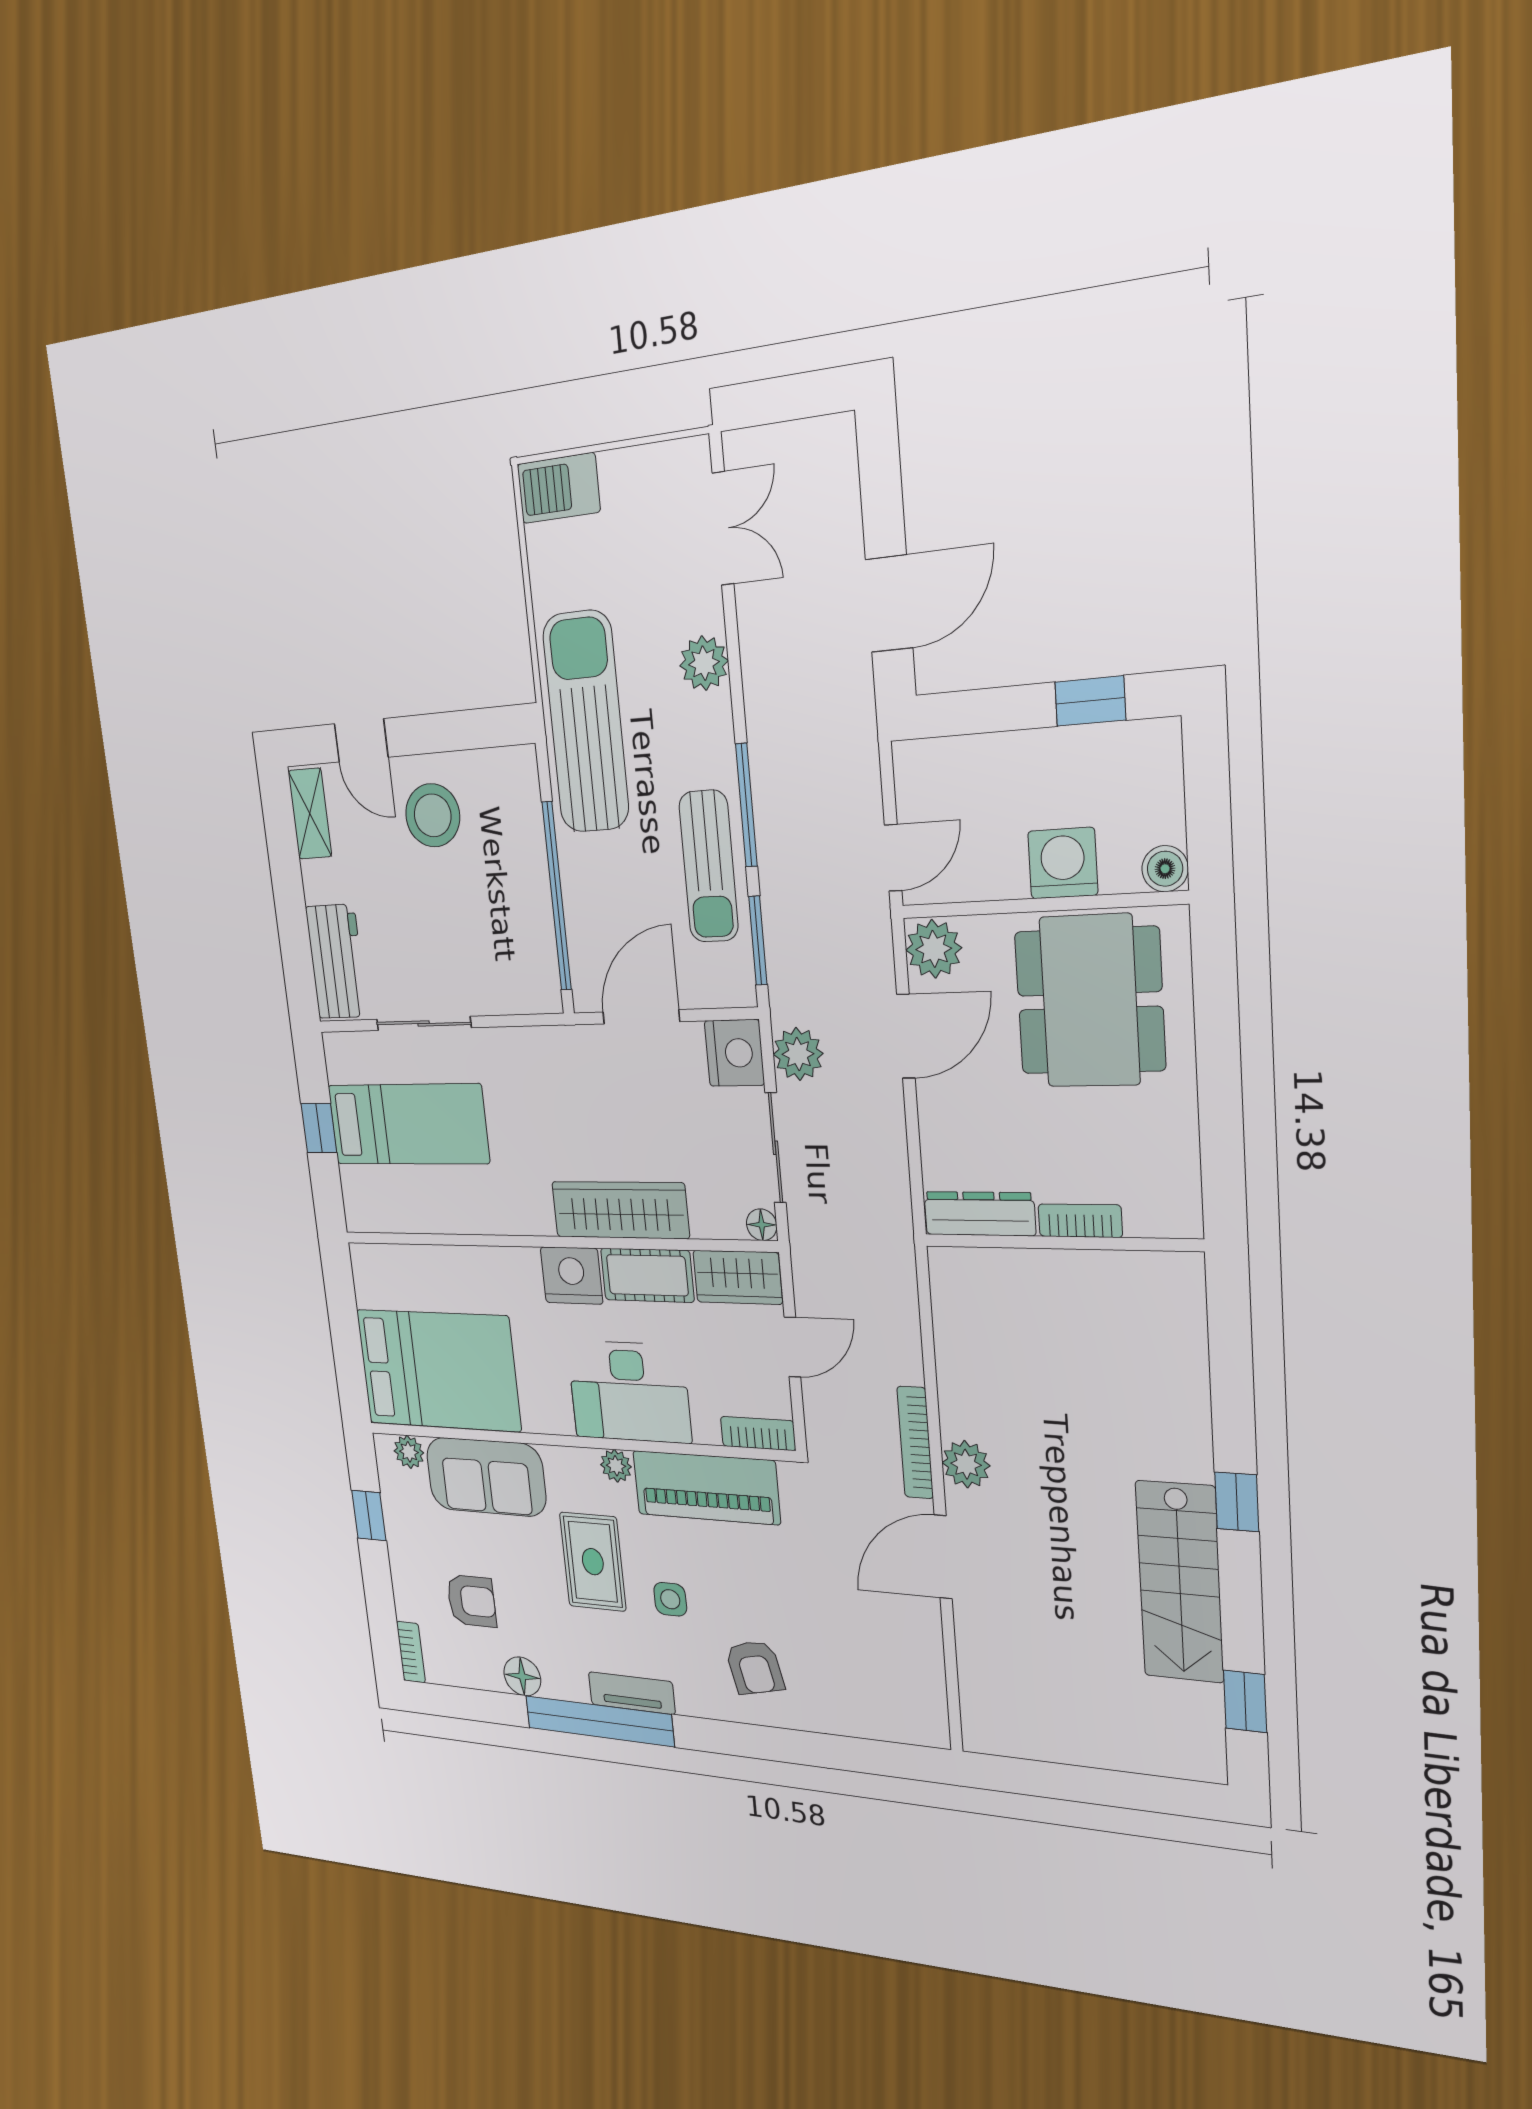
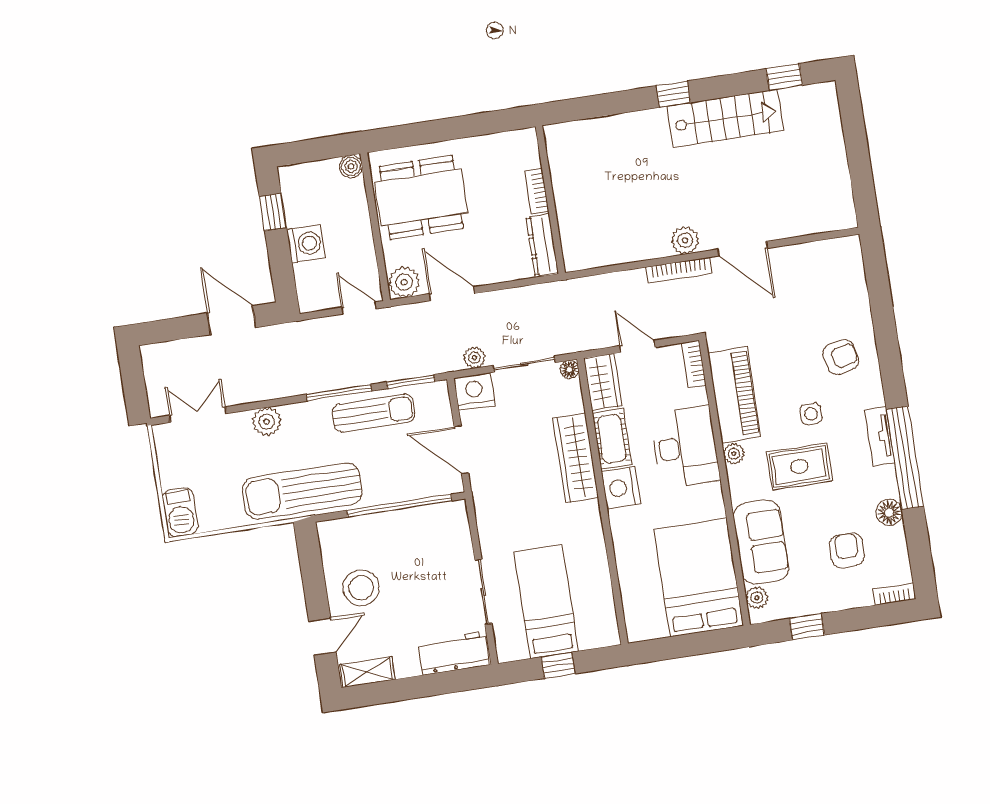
washing machine: (1063, 863) -> (306, 244), moved, turned 180
plant: (798, 1054) -> (474, 358), width x0.73, depth x0.73

